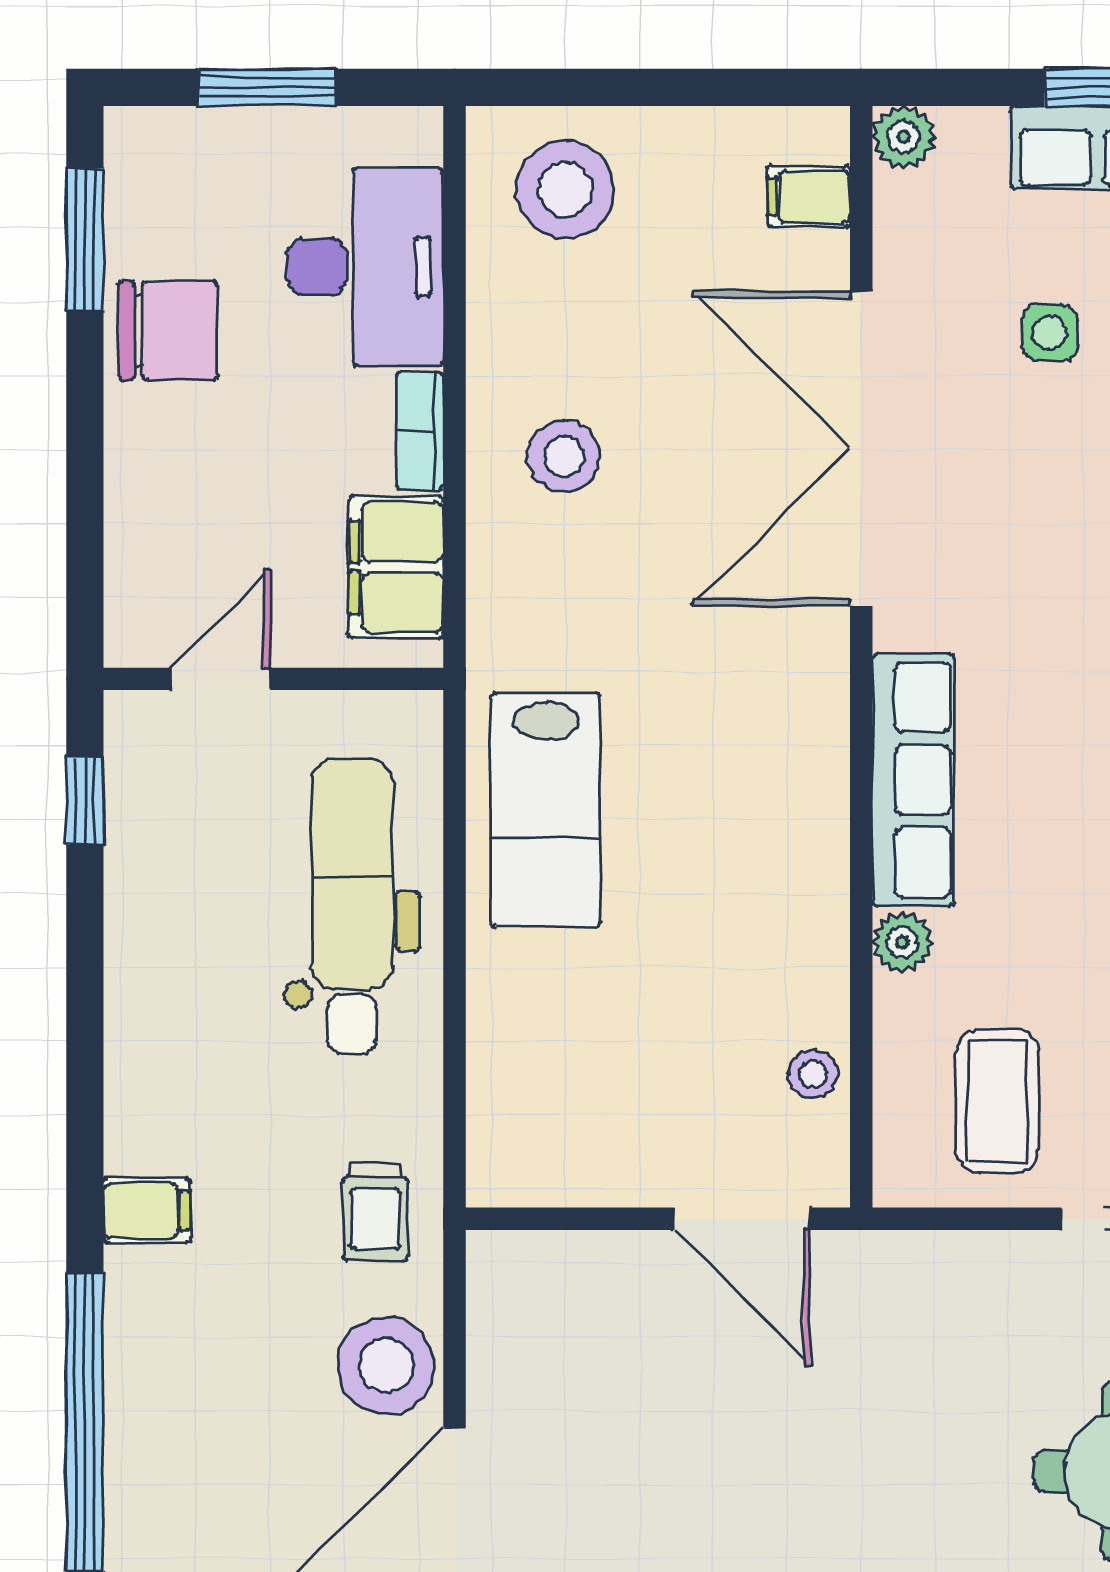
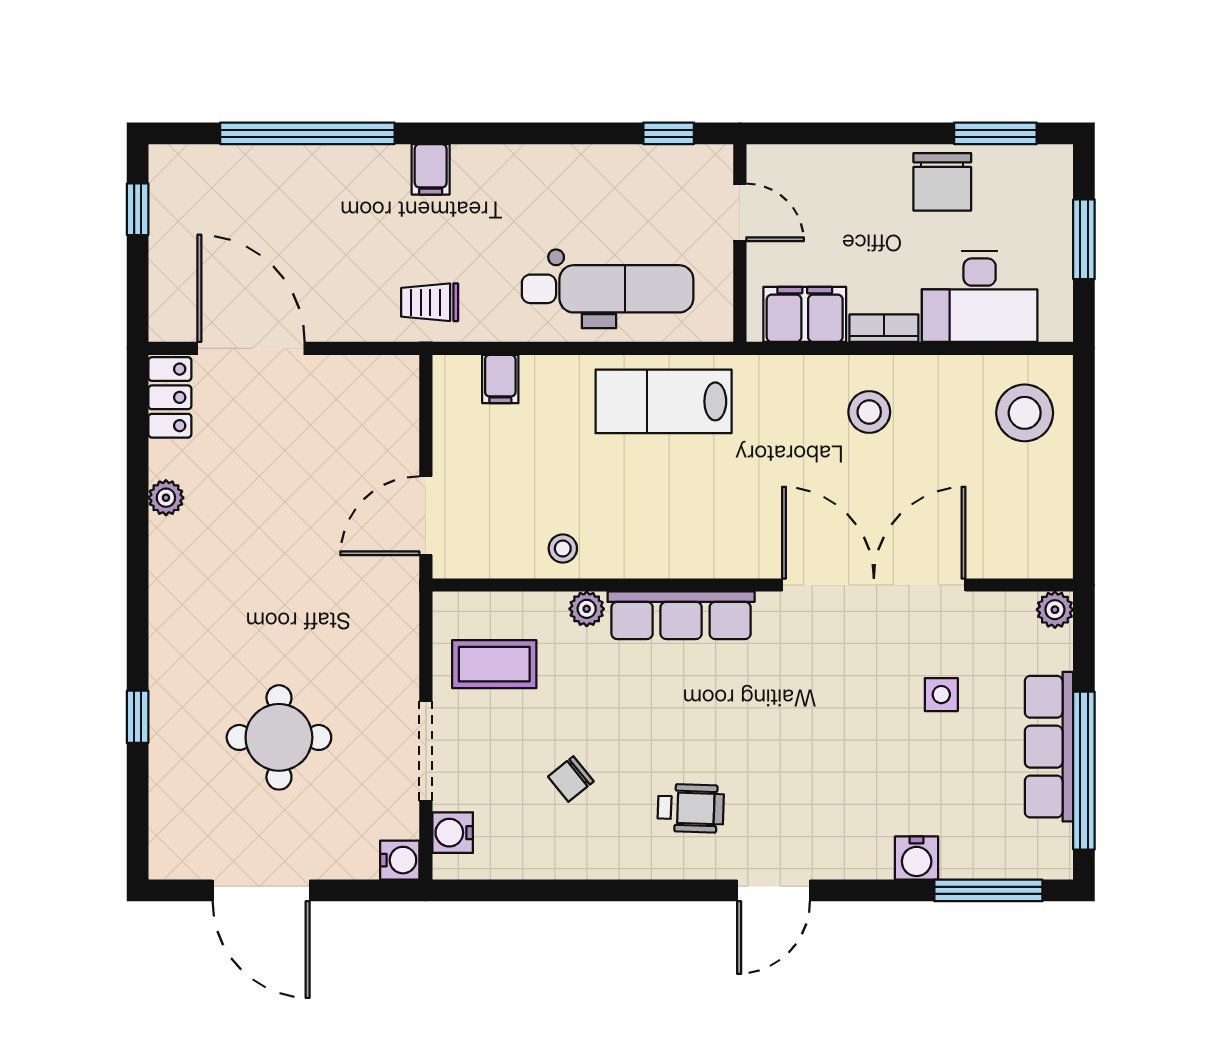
filing cabinet: (809, 196) -> (500, 379), moved, turned 180
stool: (813, 1074) -> (563, 548), moved
stool: (386, 1366) -> (340, 309), removed

